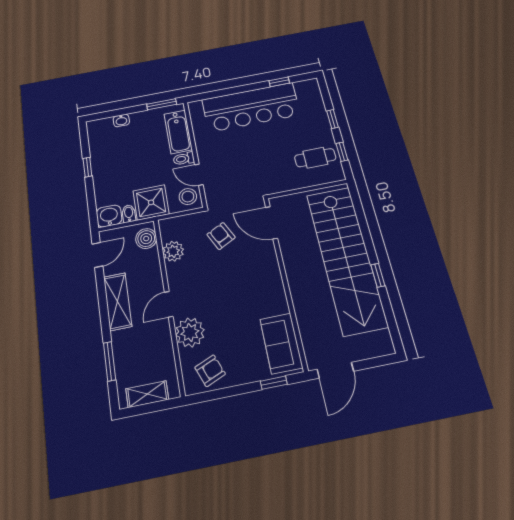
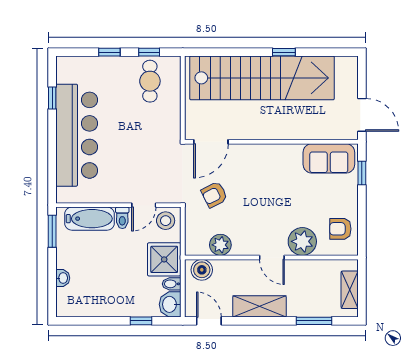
window: (87, 167) -> (141, 321), moved
armchair: (210, 371) -> (340, 229), turned -68

